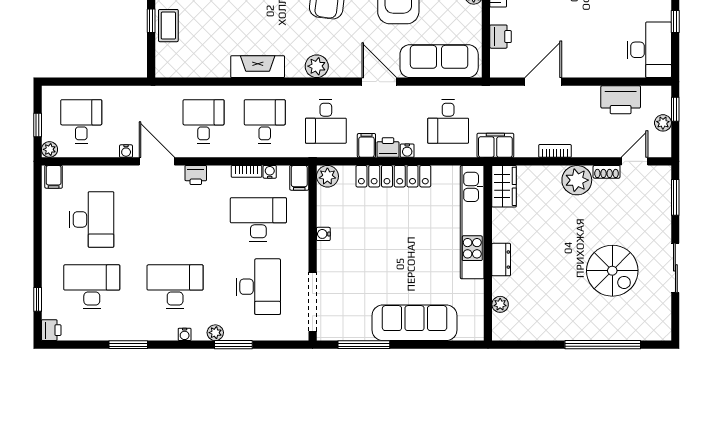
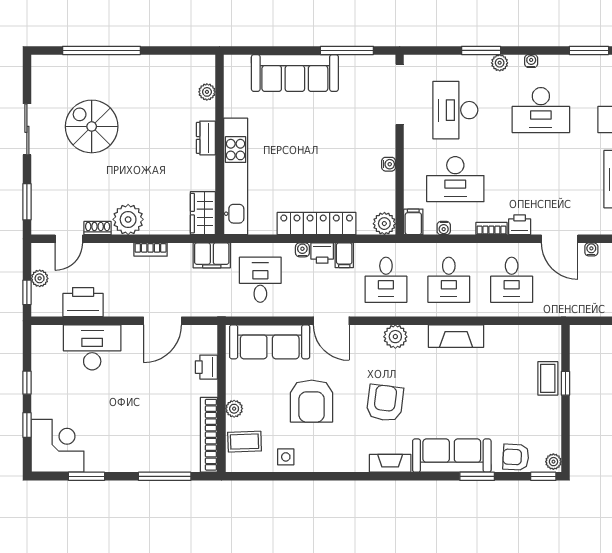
desk: (649, 50) -> (92, 347), moved, turned 90
desk: (326, 122) -> (386, 280), turned 180
bookcase: (247, 171) -> (491, 228), moved

